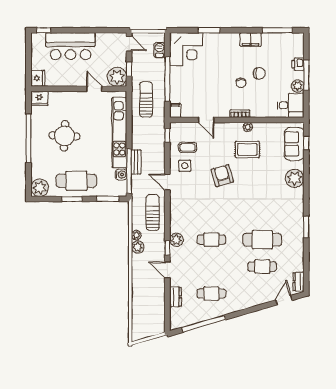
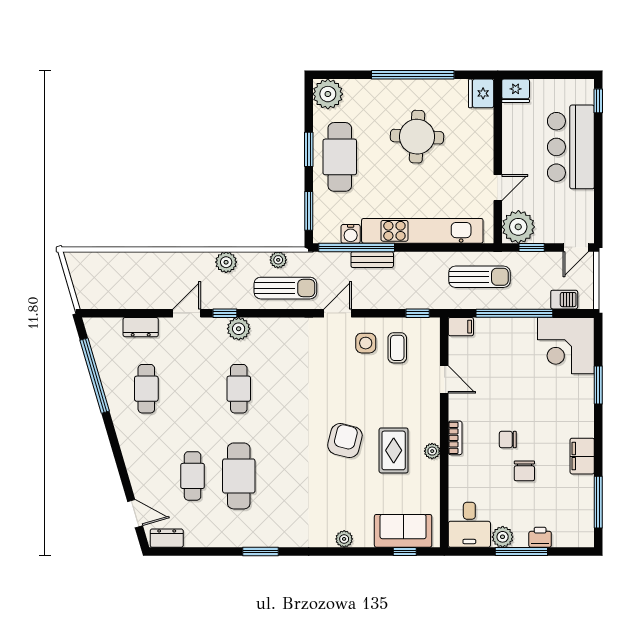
door: (206, 120) -> (444, 380), swing flipped
armchair: (222, 176) -> (345, 441), moved, turned -60
plant: (295, 178) -> (344, 539), width x0.53, depth x0.53
plant: (136, 235) -> (278, 260), moved

